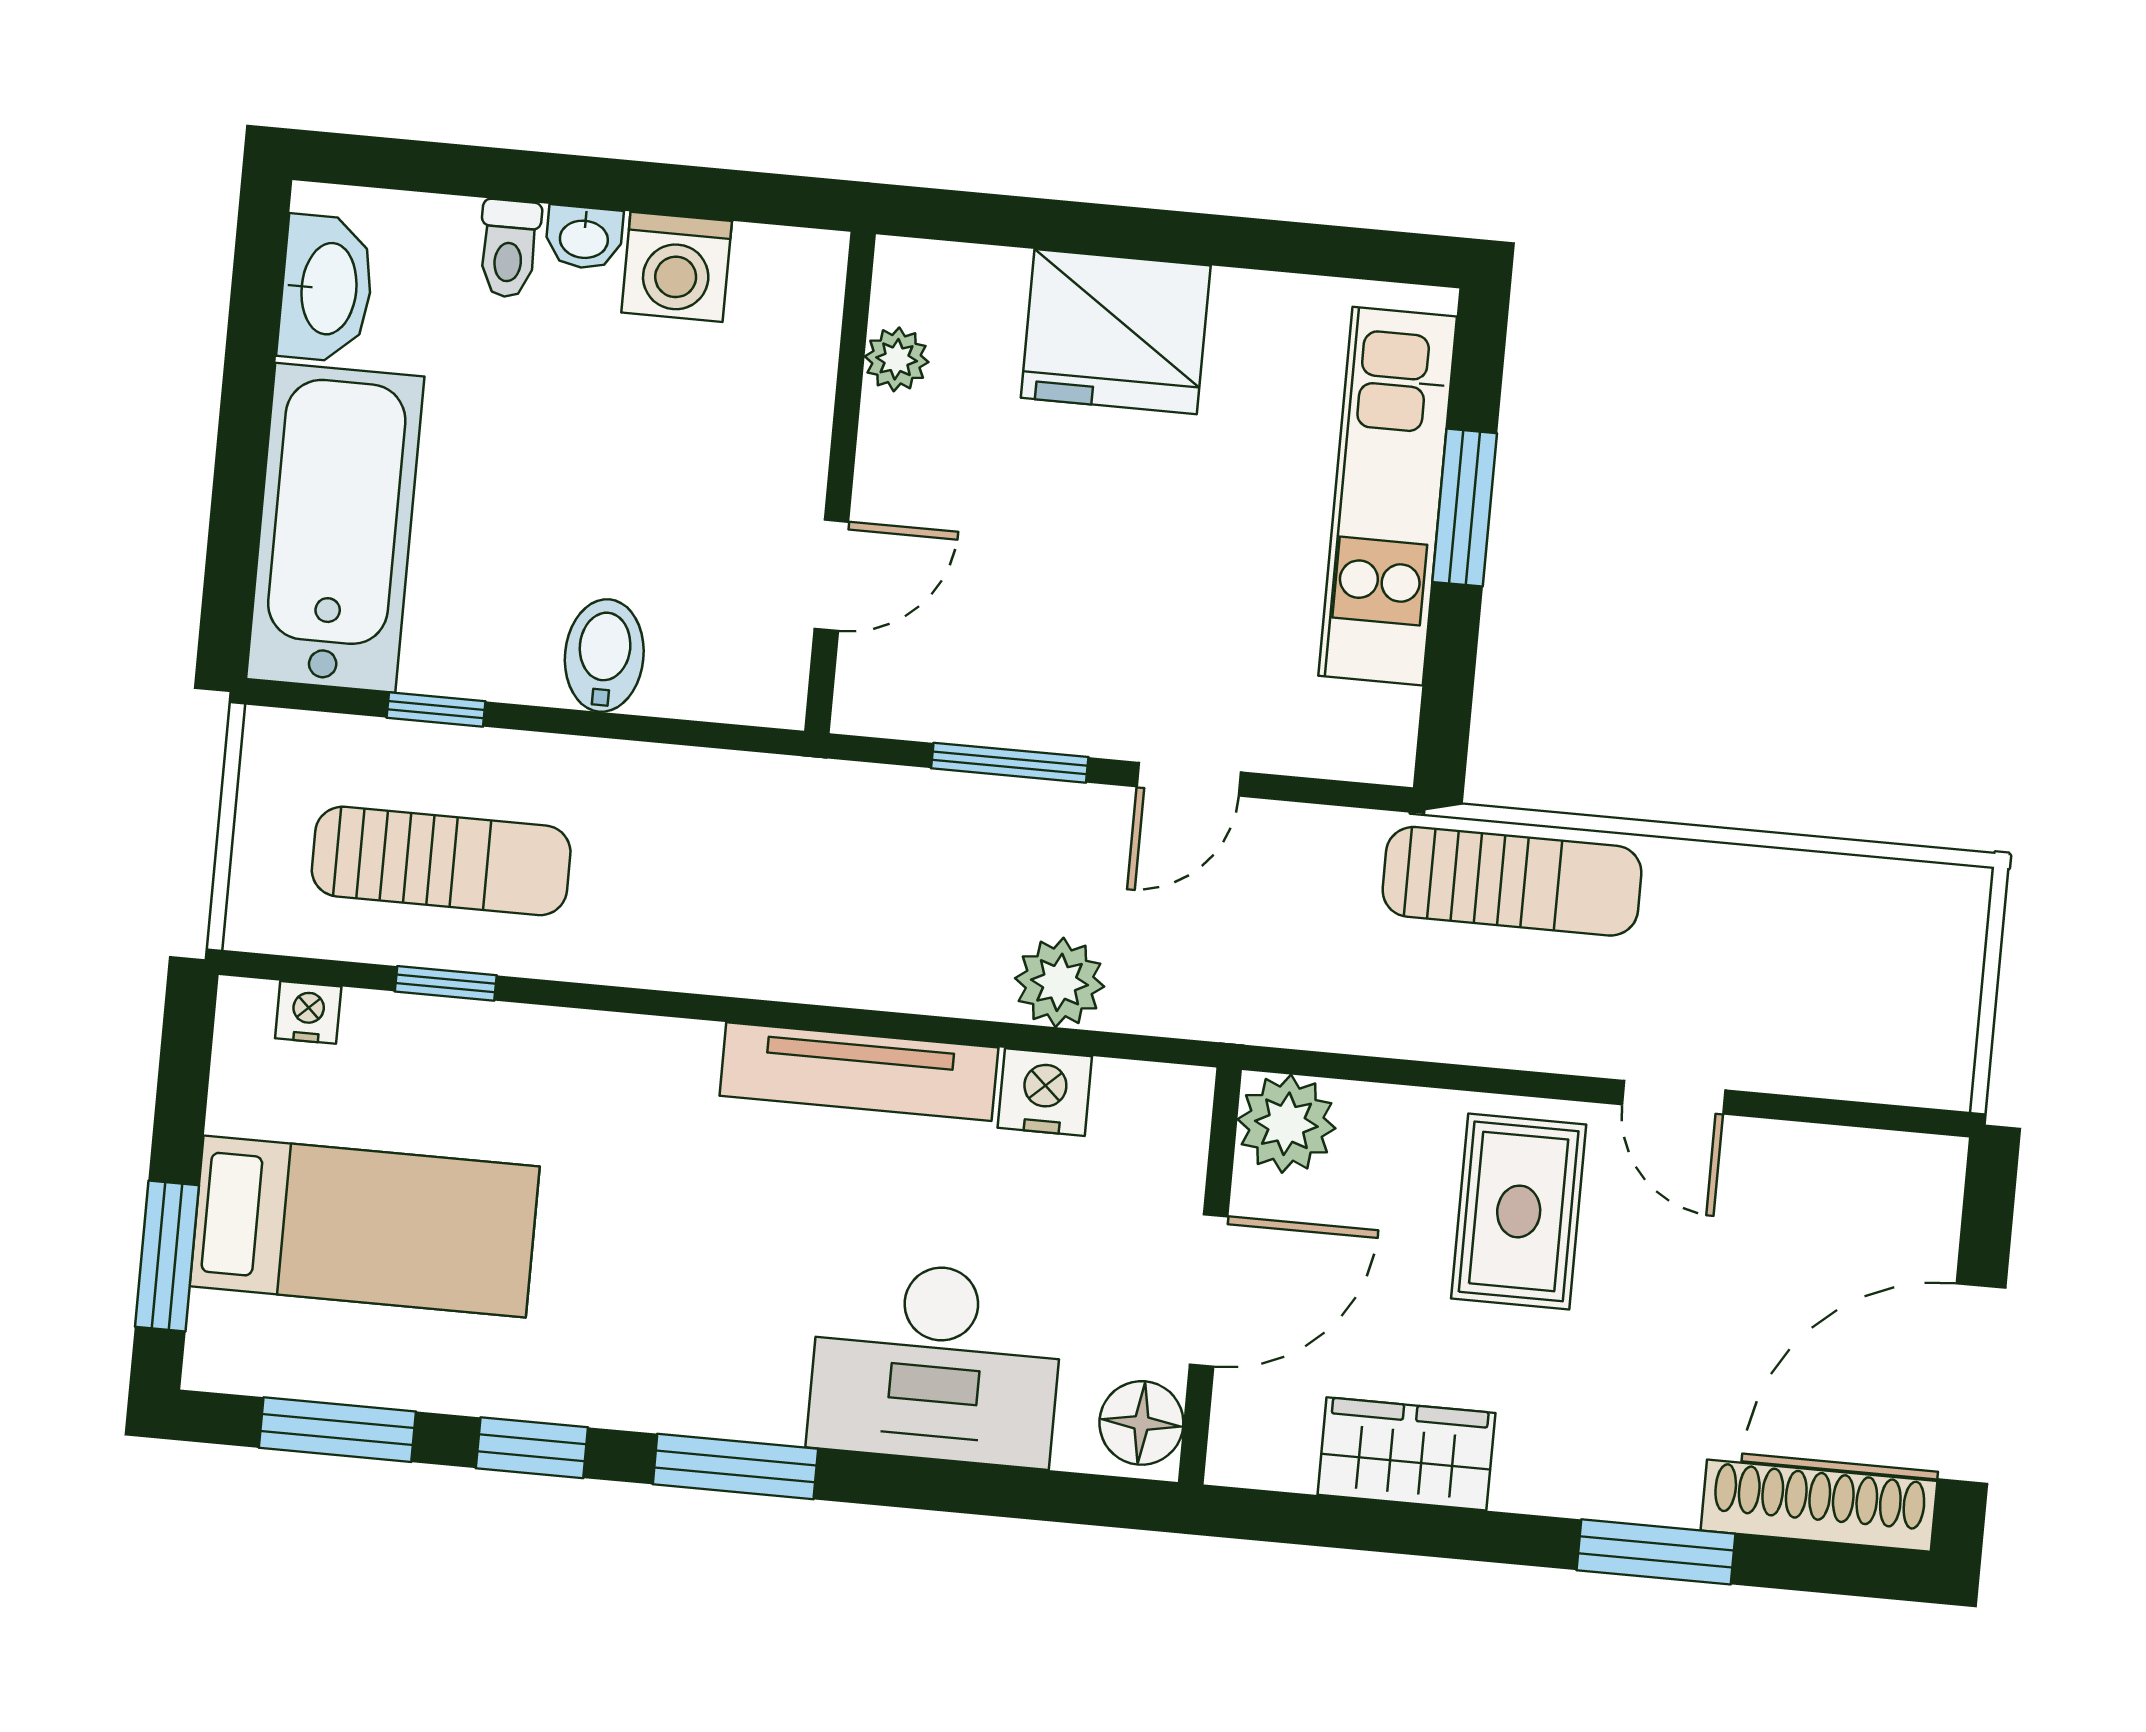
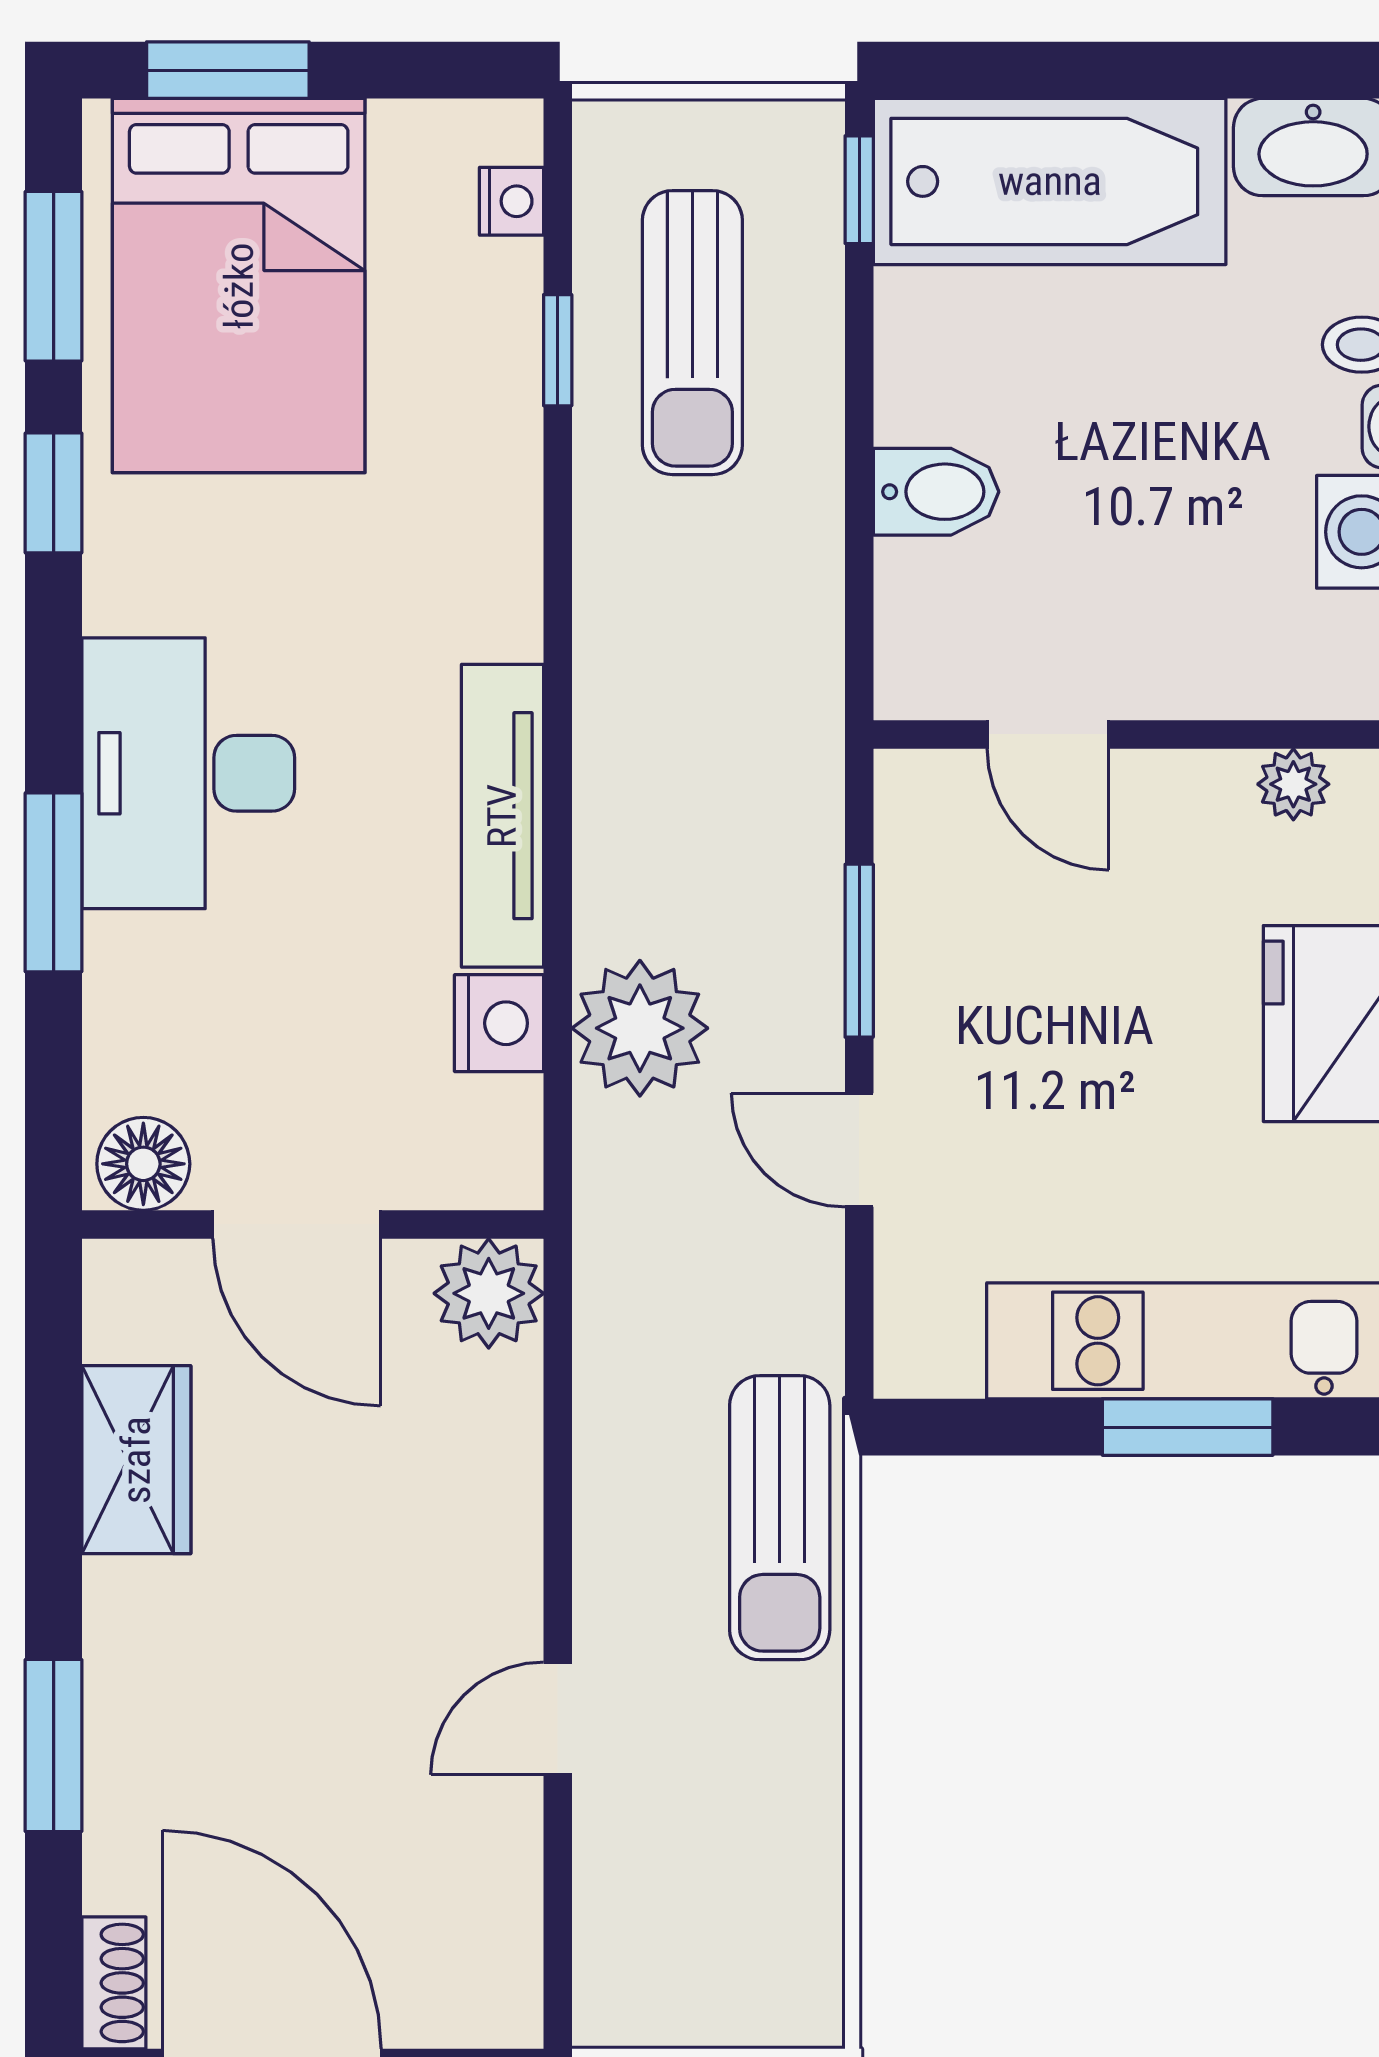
window: (436, 709) -> (859, 190), moved
plant: (1060, 982) -> (640, 1028), width x1.36, depth x1.36
rug: (1519, 1211) -> (416, 1559), removed
bed: (365, 1226) -> (239, 286), width x1.50
desk: (936, 1363) -> (188, 773), moved
window: (735, 1467) -> (54, 882), moved
shoe rack: (1819, 1506) -> (114, 1983), width x0.51, depth x0.81

